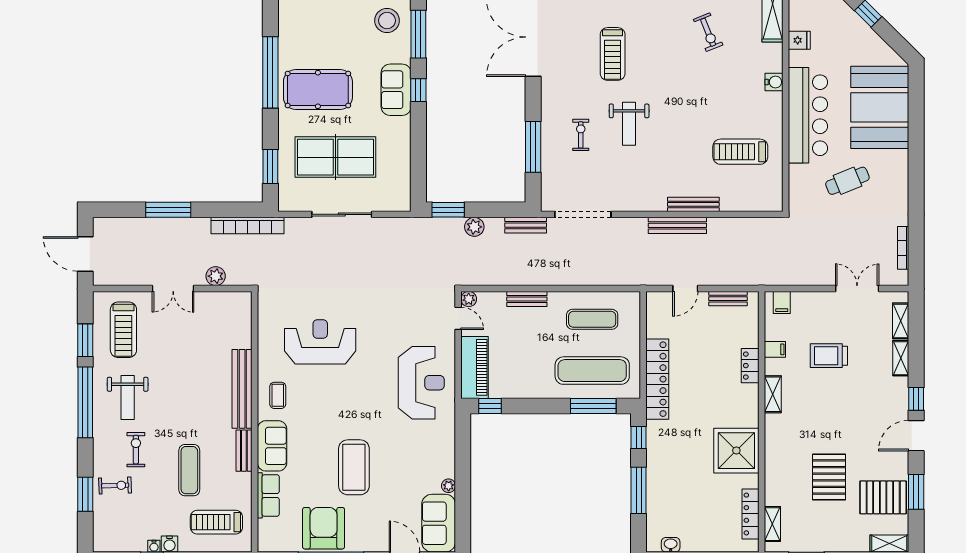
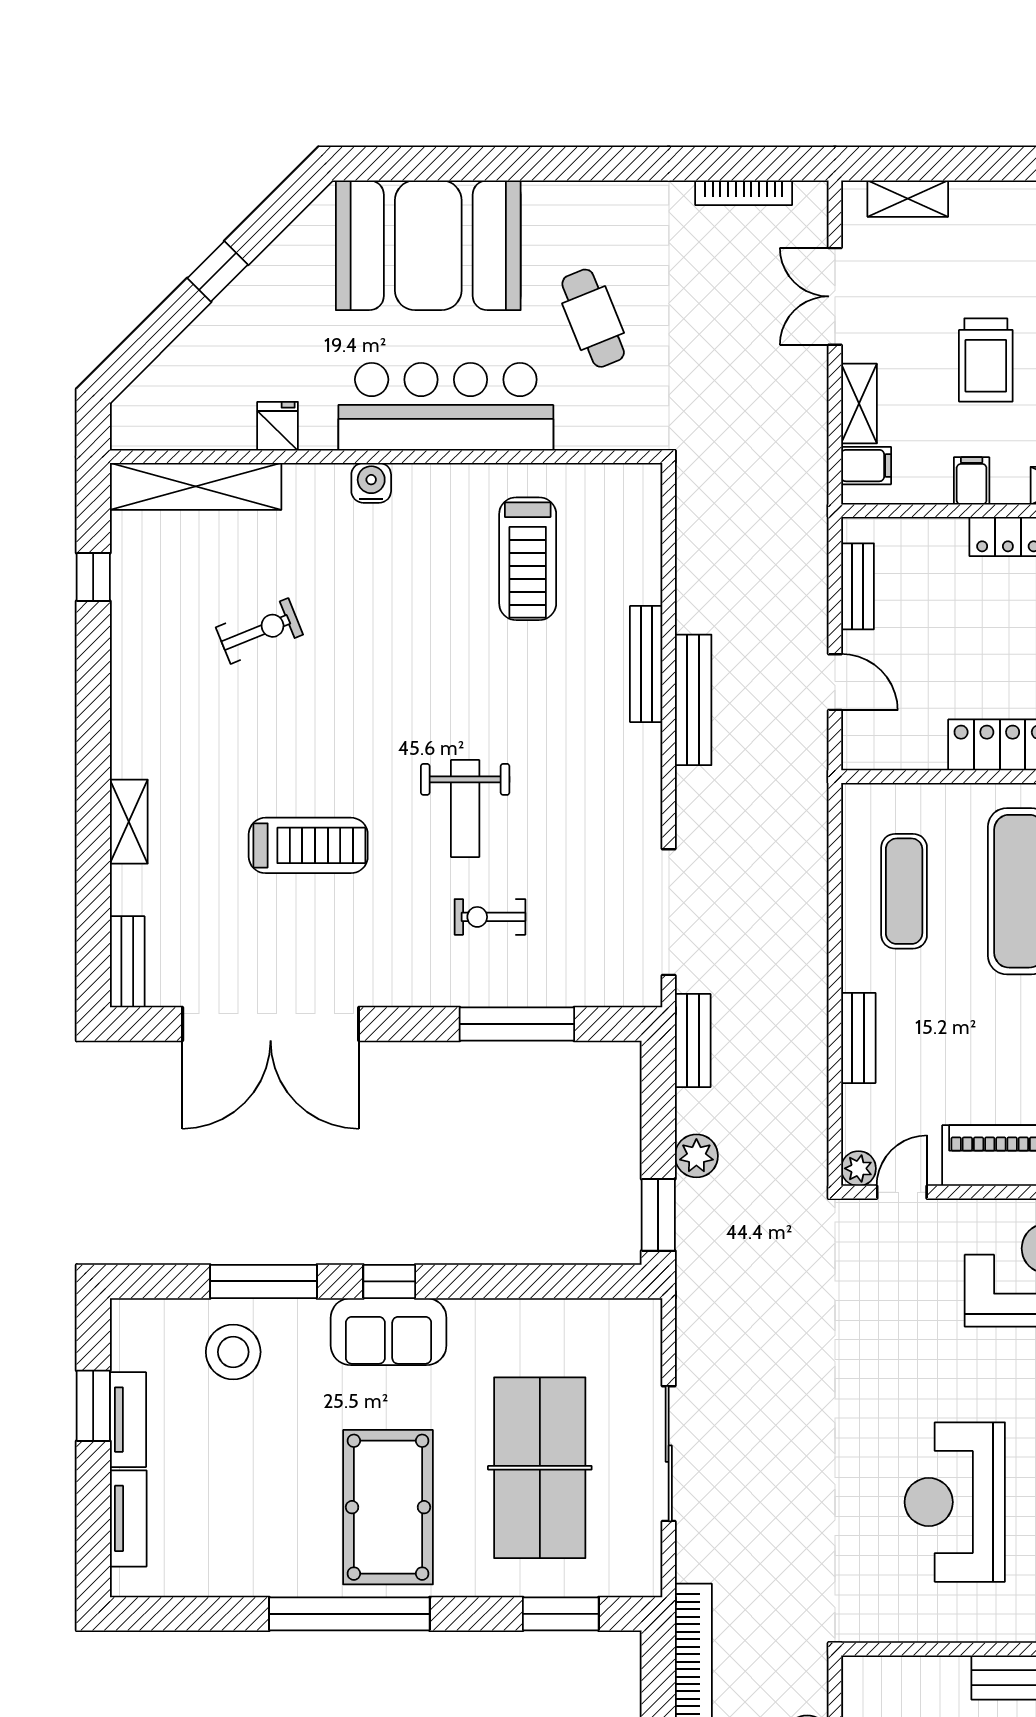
weight bench: (629, 124) -> (465, 809), turned 90
shelving: (901, 358) -> (859, 404), moved, turned 90

